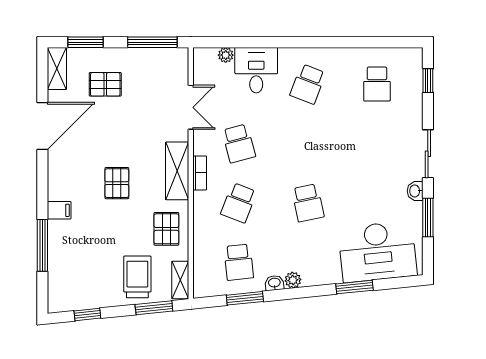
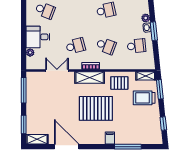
pallet: (105, 84) -> (45, 114), removed
pallet: (117, 183) -> (96, 108), width x2.05, depth x2.00
window: (245, 298) -> (154, 31), moved

